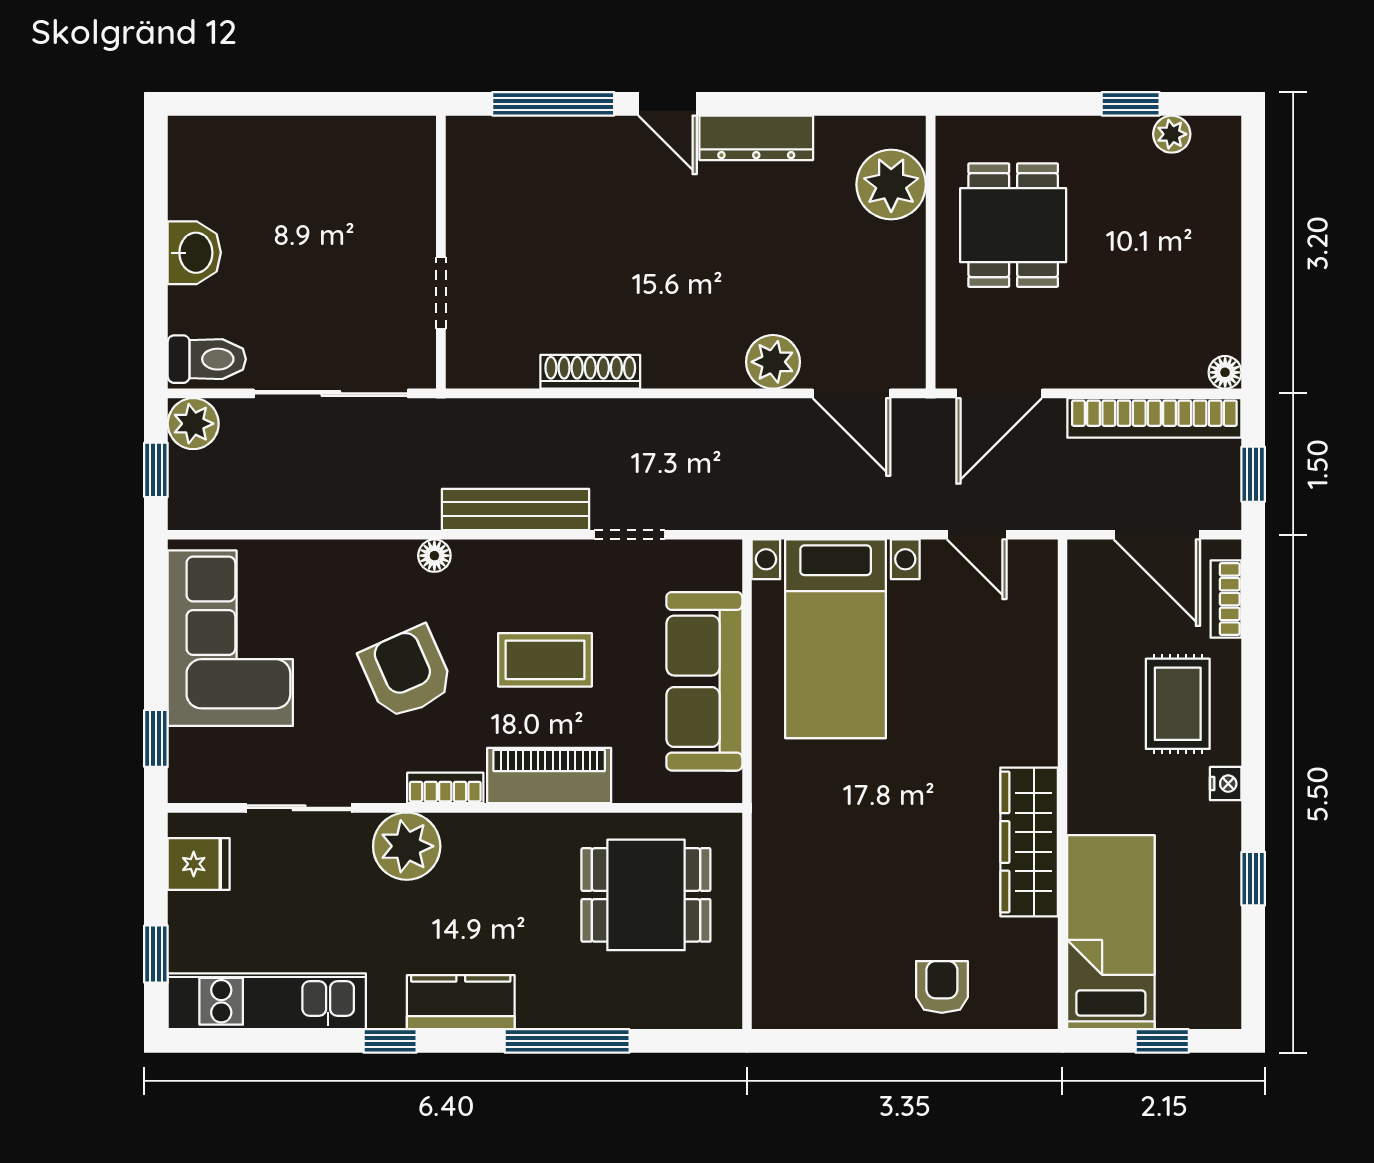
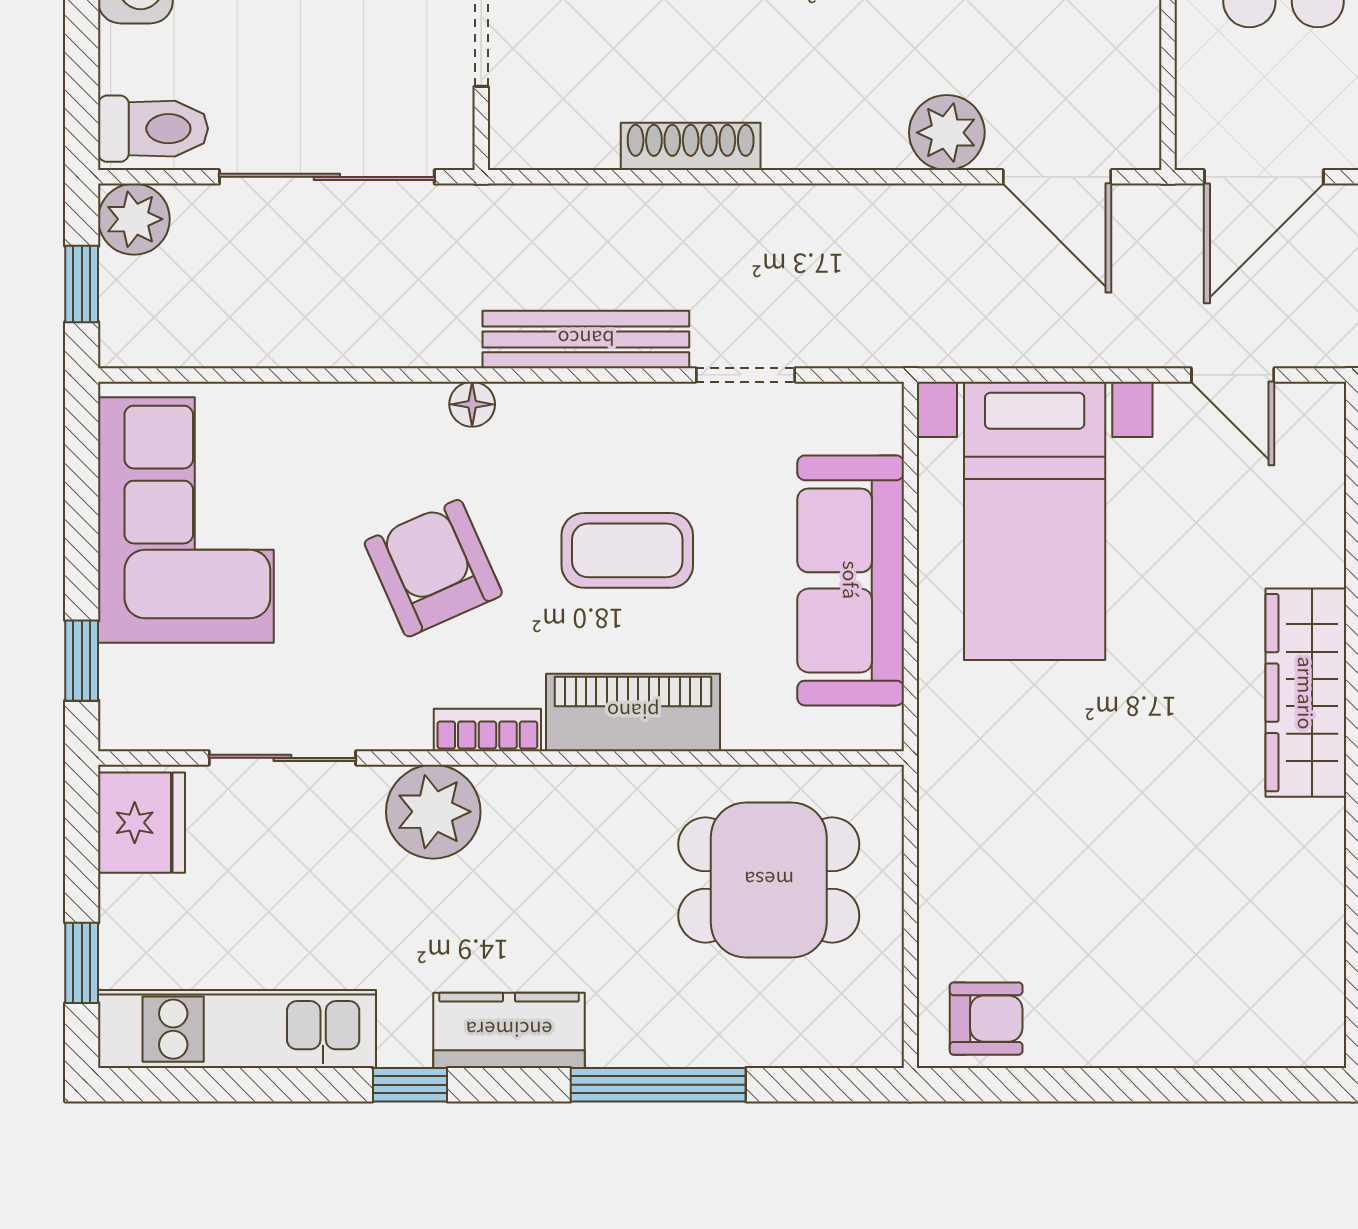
wardrobe: (1029, 842) -> (1306, 693), moved
fridge: (199, 864) -> (142, 823), width x1.38
armchair: (942, 987) -> (986, 1019), moved, turned 90

